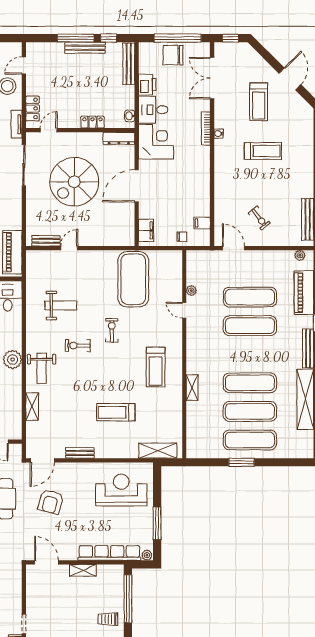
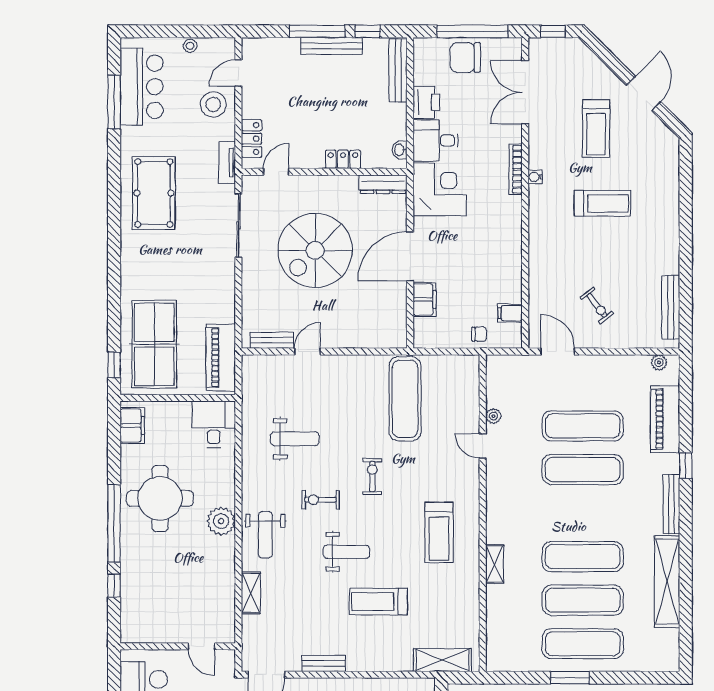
filing cabinet: (146, 230) -> (424, 299), moved
exercise mat: (133, 279) -> (405, 399), width x0.68
weight bench: (95, 380) -> (346, 552), added

